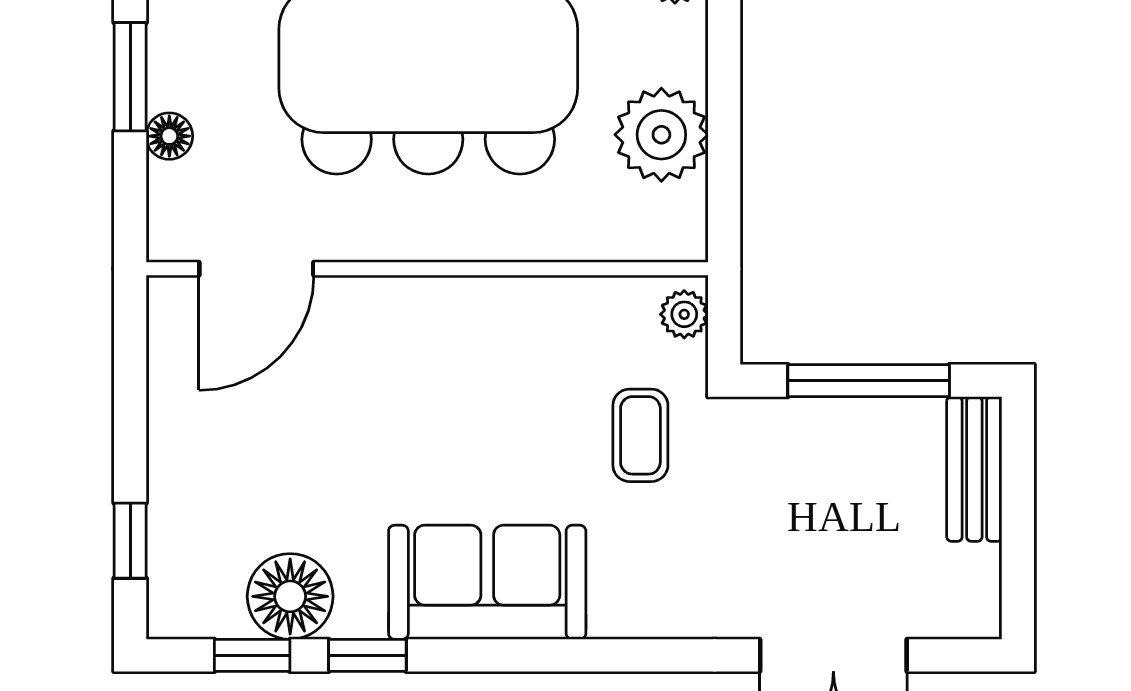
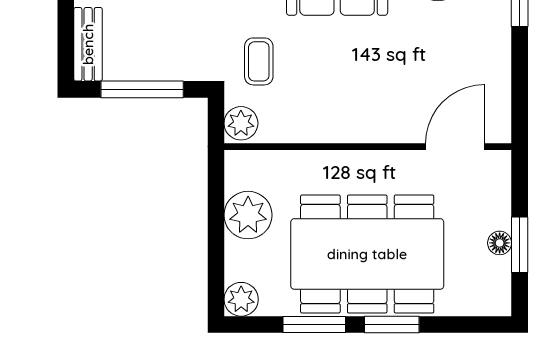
floor lamp: (169, 136) -> (500, 243), moved
plant: (684, 314) -> (241, 123), width x1.37, depth x1.37

